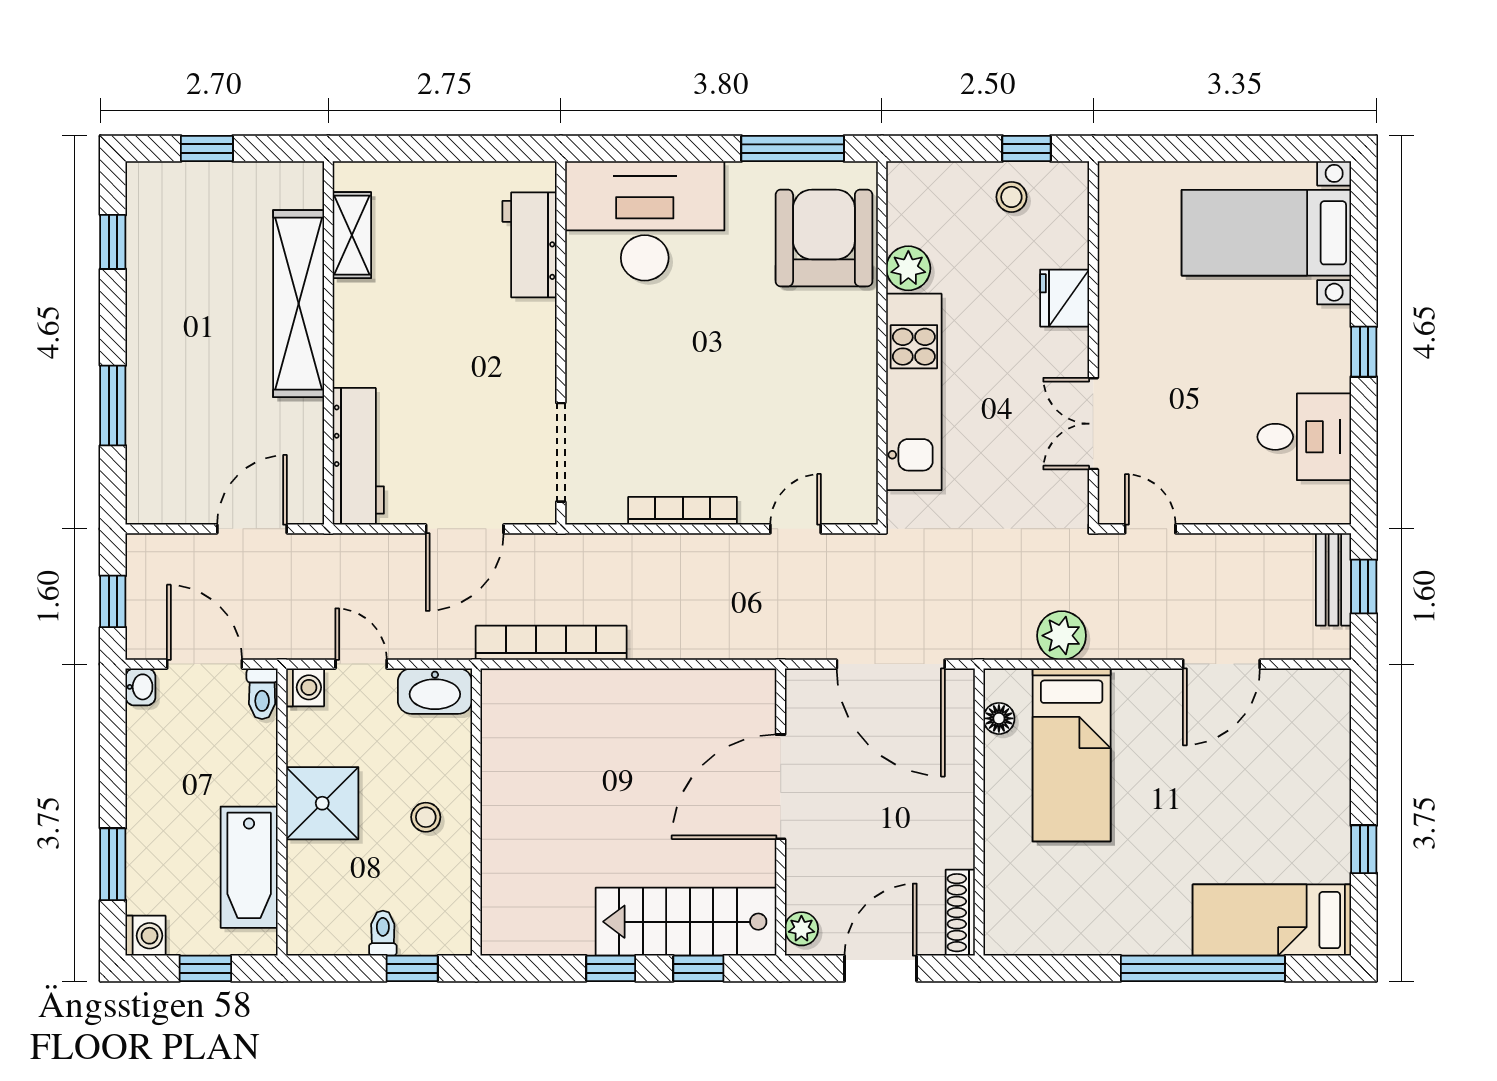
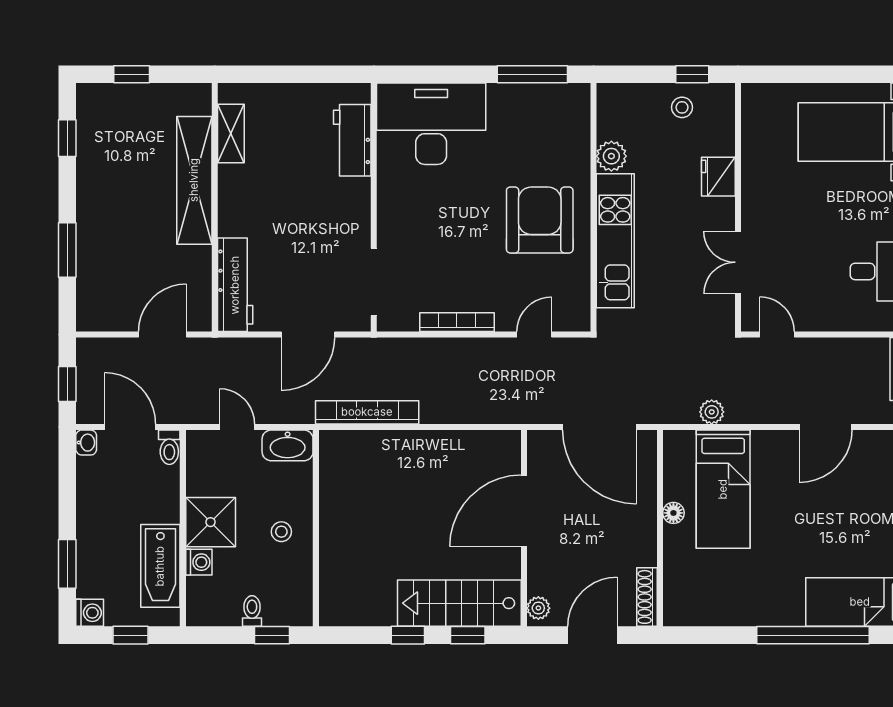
armchair: (824, 238) -> (540, 220), moved
plant: (1062, 636) -> (712, 412), width x0.73, depth x0.73
washing machine: (305, 687) -> (199, 562), moved
floor lamp: (999, 718) -> (673, 513), moved

